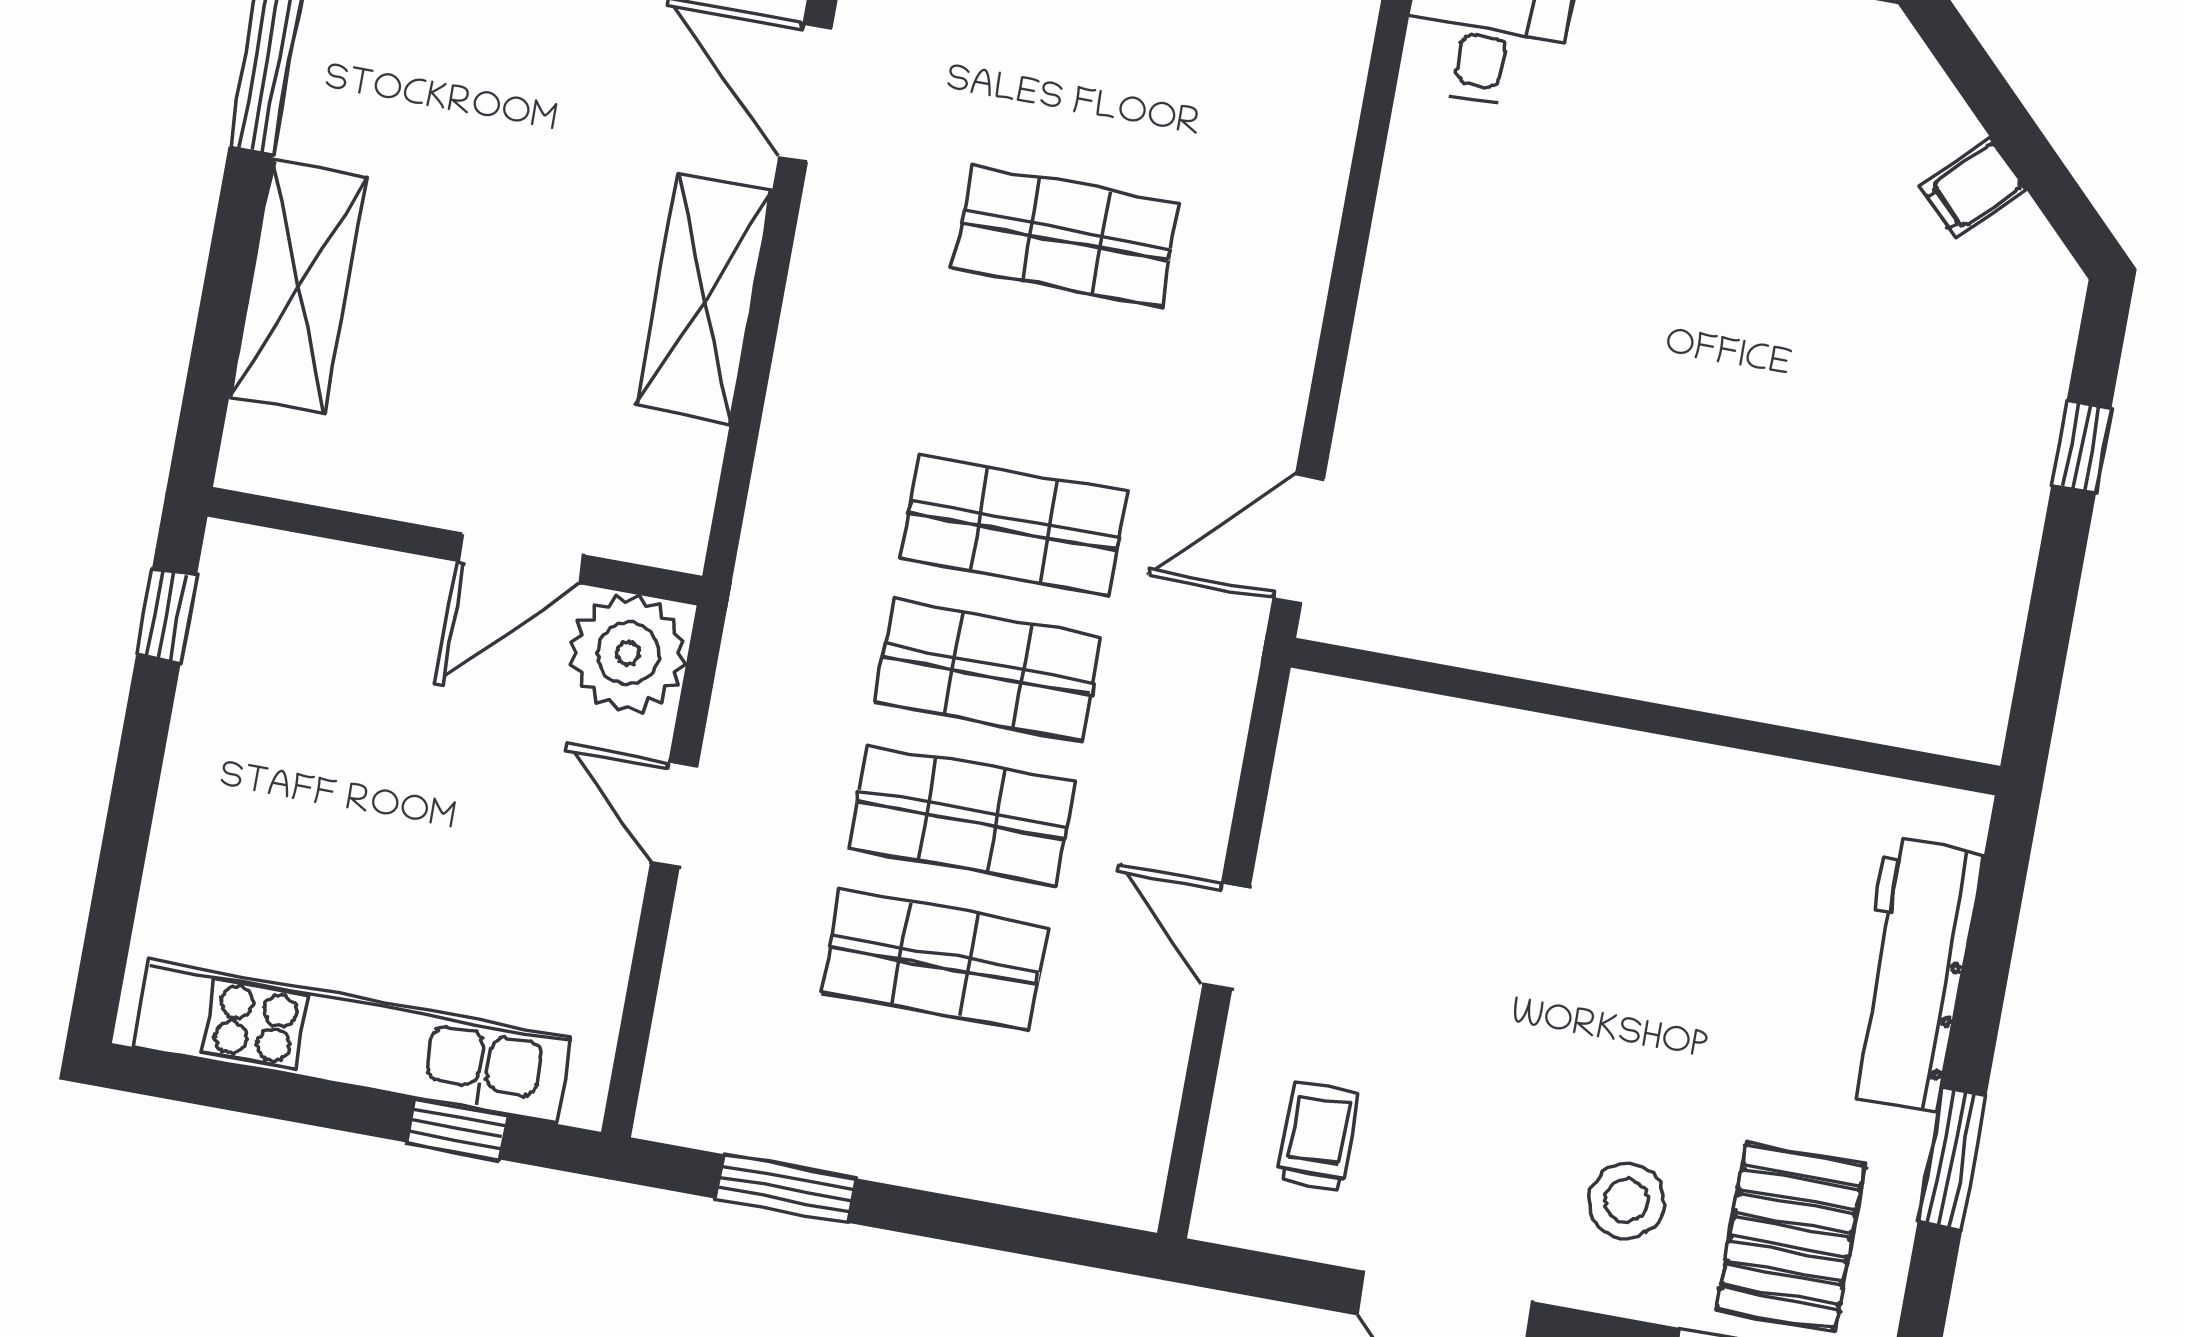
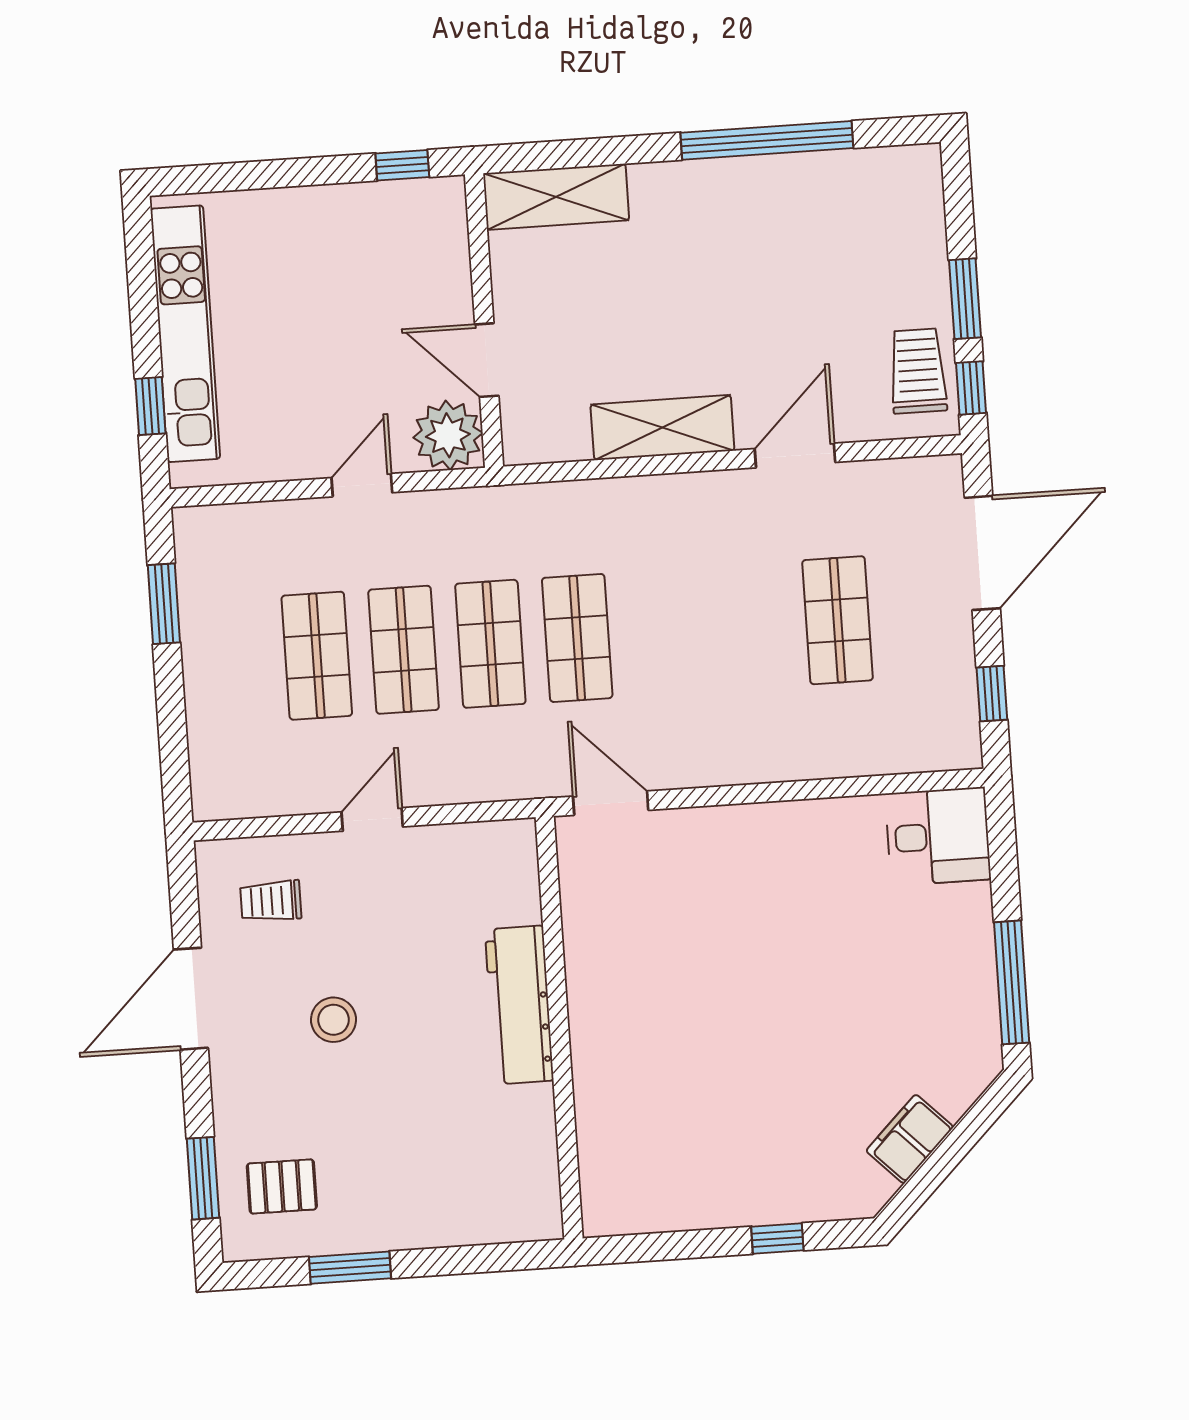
filing cabinet: (1973, 188) -> (910, 1139), width x2.00
shop shelf: (1067, 236) -> (838, 620), moved
shelving: (298, 287) -> (556, 197), moved
workbench: (1912, 975) -> (519, 1005), moved, turned -90
trolley: (1318, 1137) -> (271, 901), turned 180
stool: (1626, 1201) -> (334, 1020), moved
pallet: (1791, 1237) -> (282, 1186), width x0.67, depth x0.71

